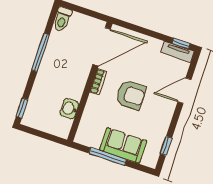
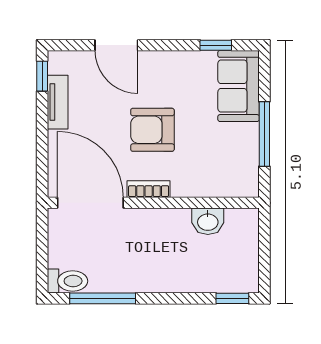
window: (41, 52) -> (103, 298), moved
tv unit: (178, 52) -> (58, 102), moved
armchair: (131, 95) -> (152, 130), turned -90
sofa: (123, 146) -> (239, 86), moved

